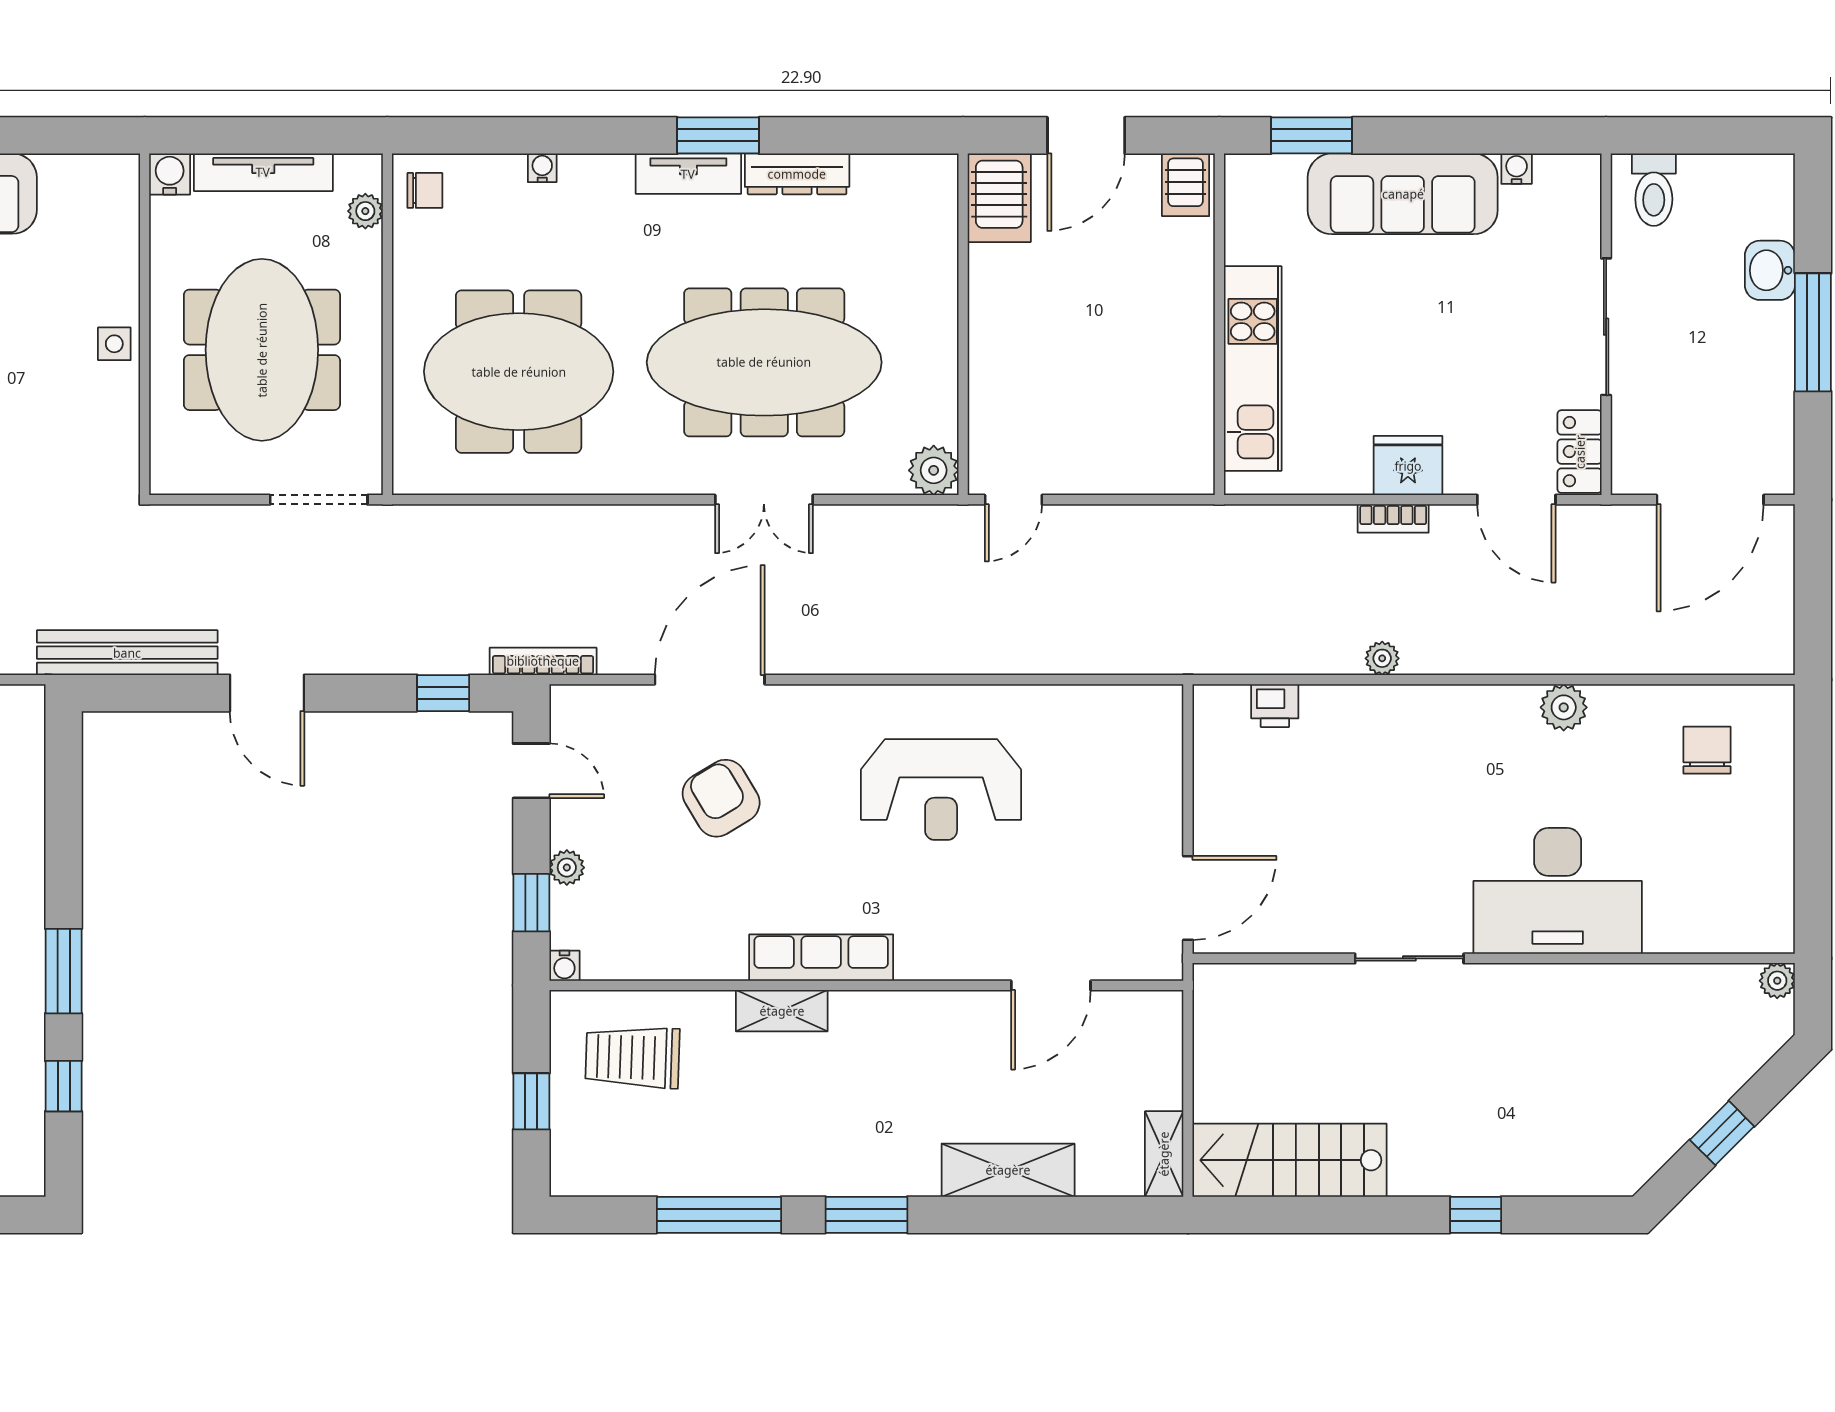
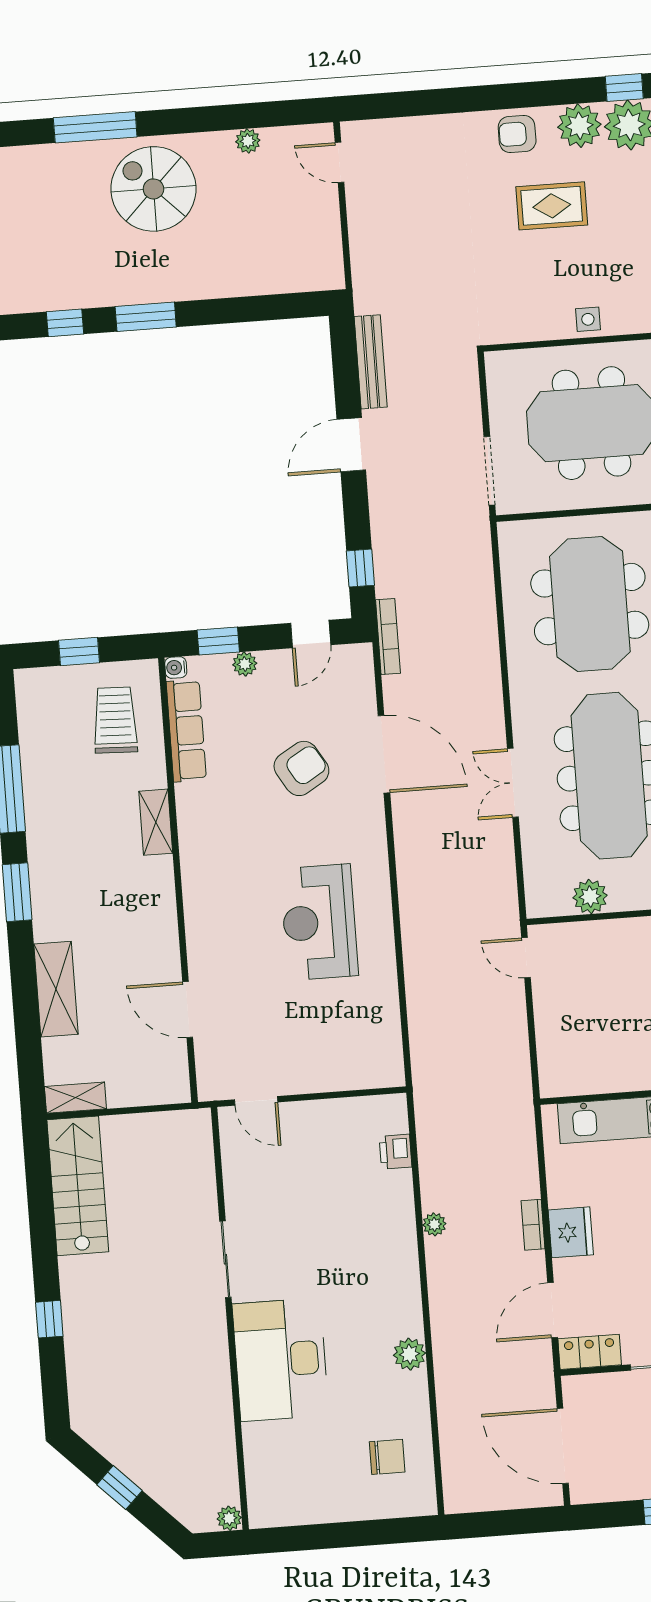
plant: (934, 470) -> (590, 897), moved
bench: (127, 653) -> (371, 362), width x0.73, depth x0.82
door: (1188, 898) -> (256, 1101), width x0.73
row of seats: (821, 958) -> (186, 731), moved

